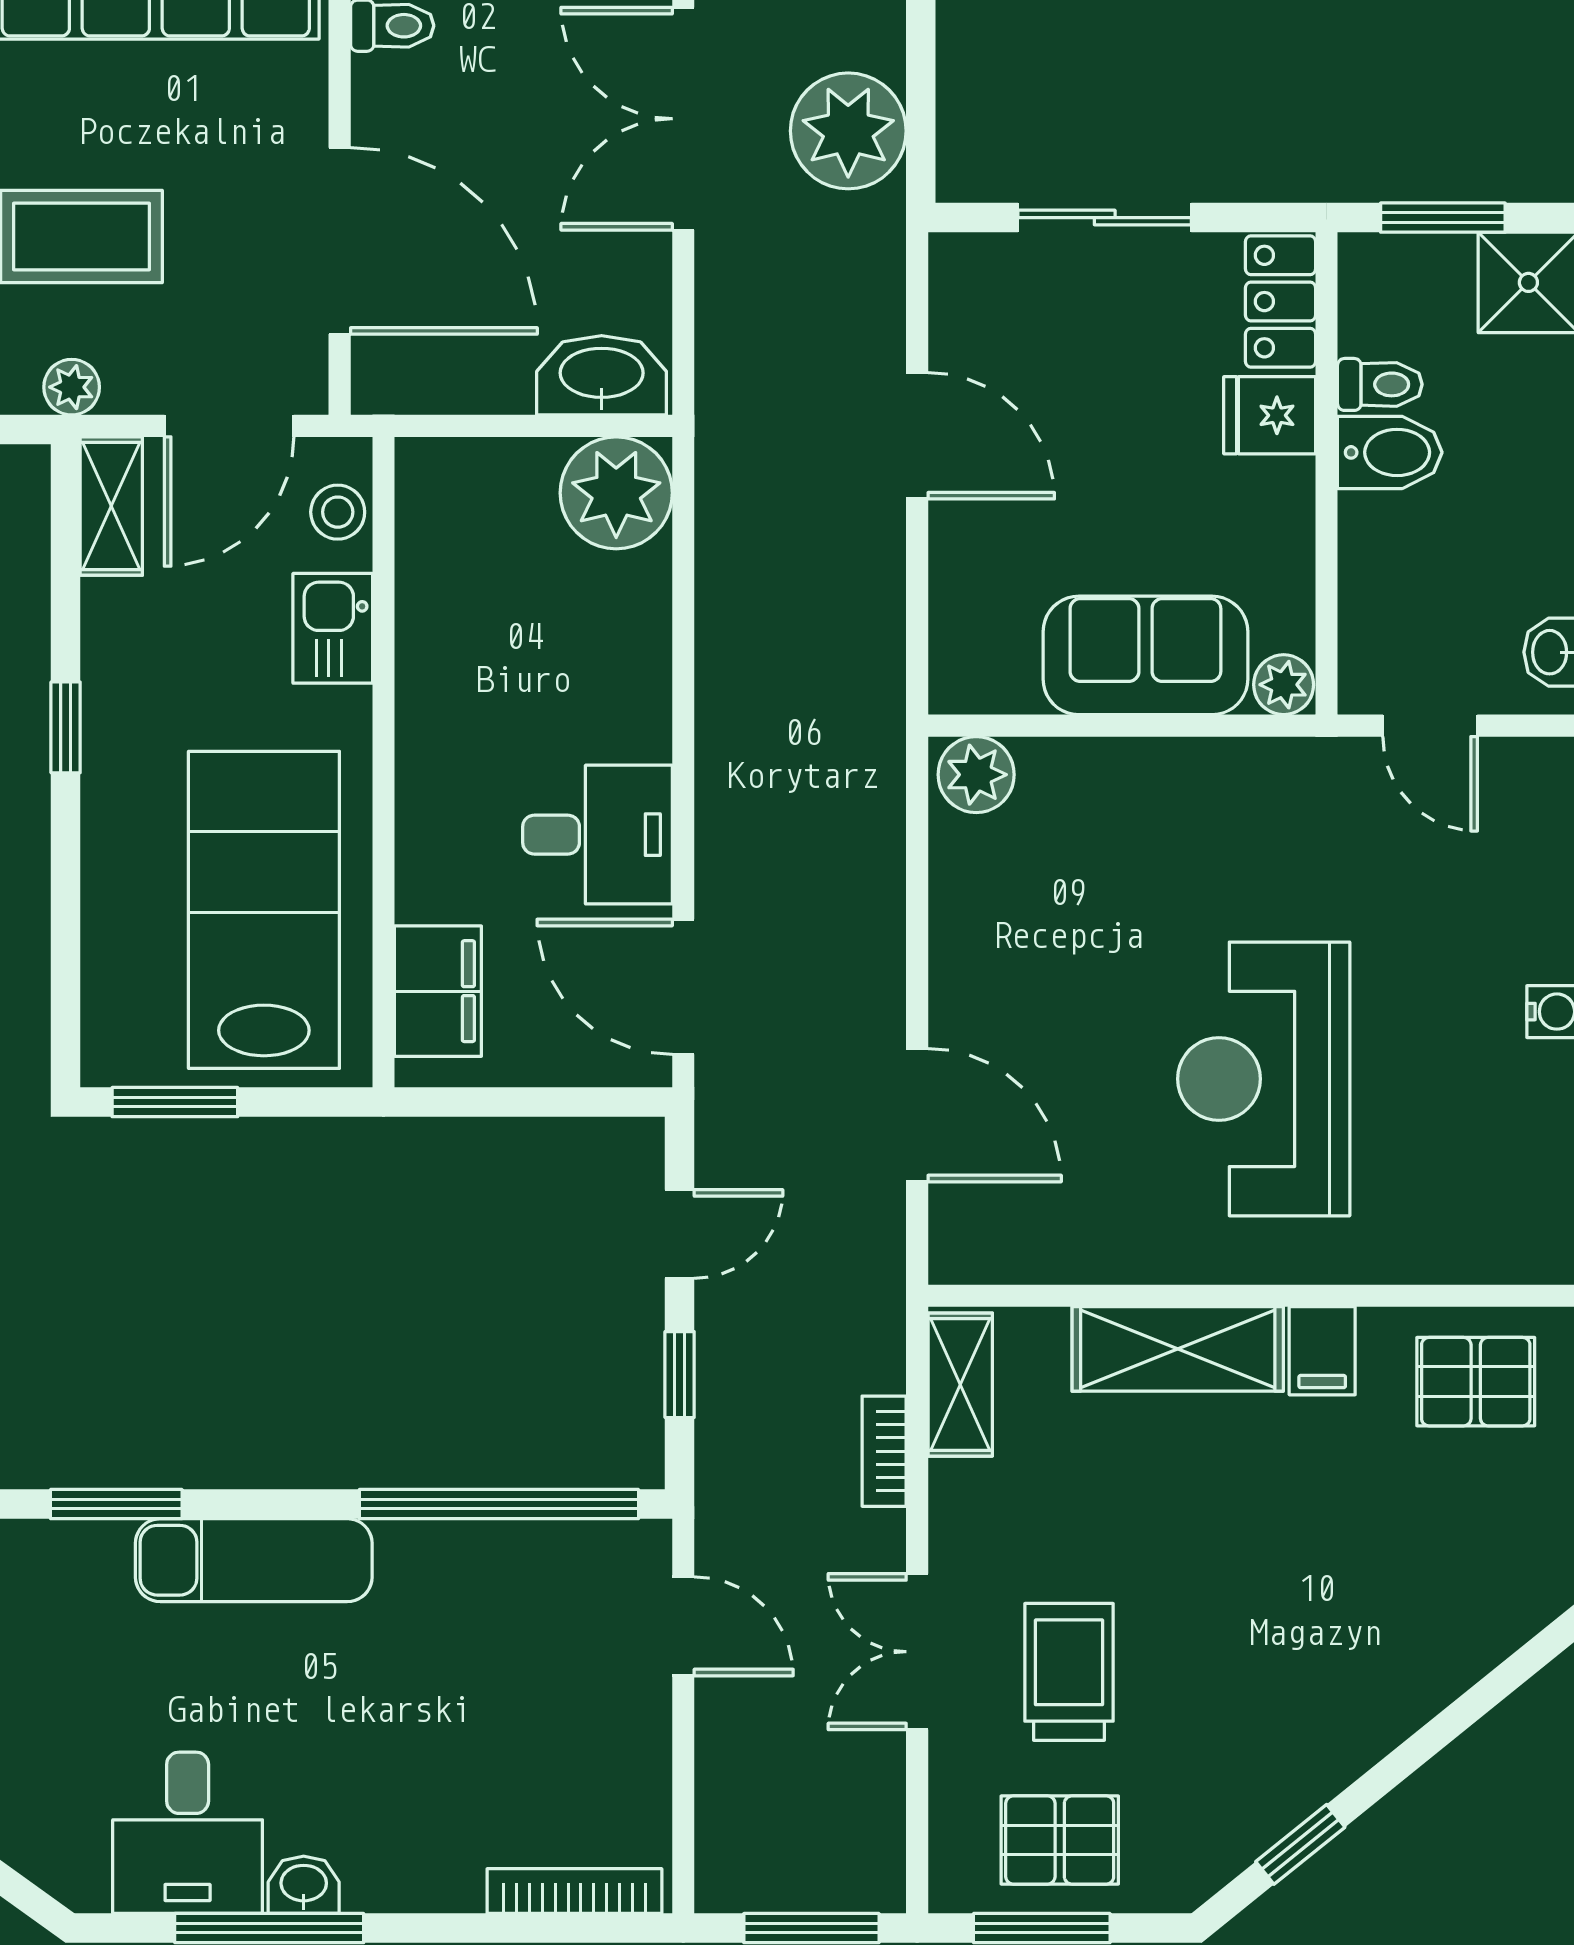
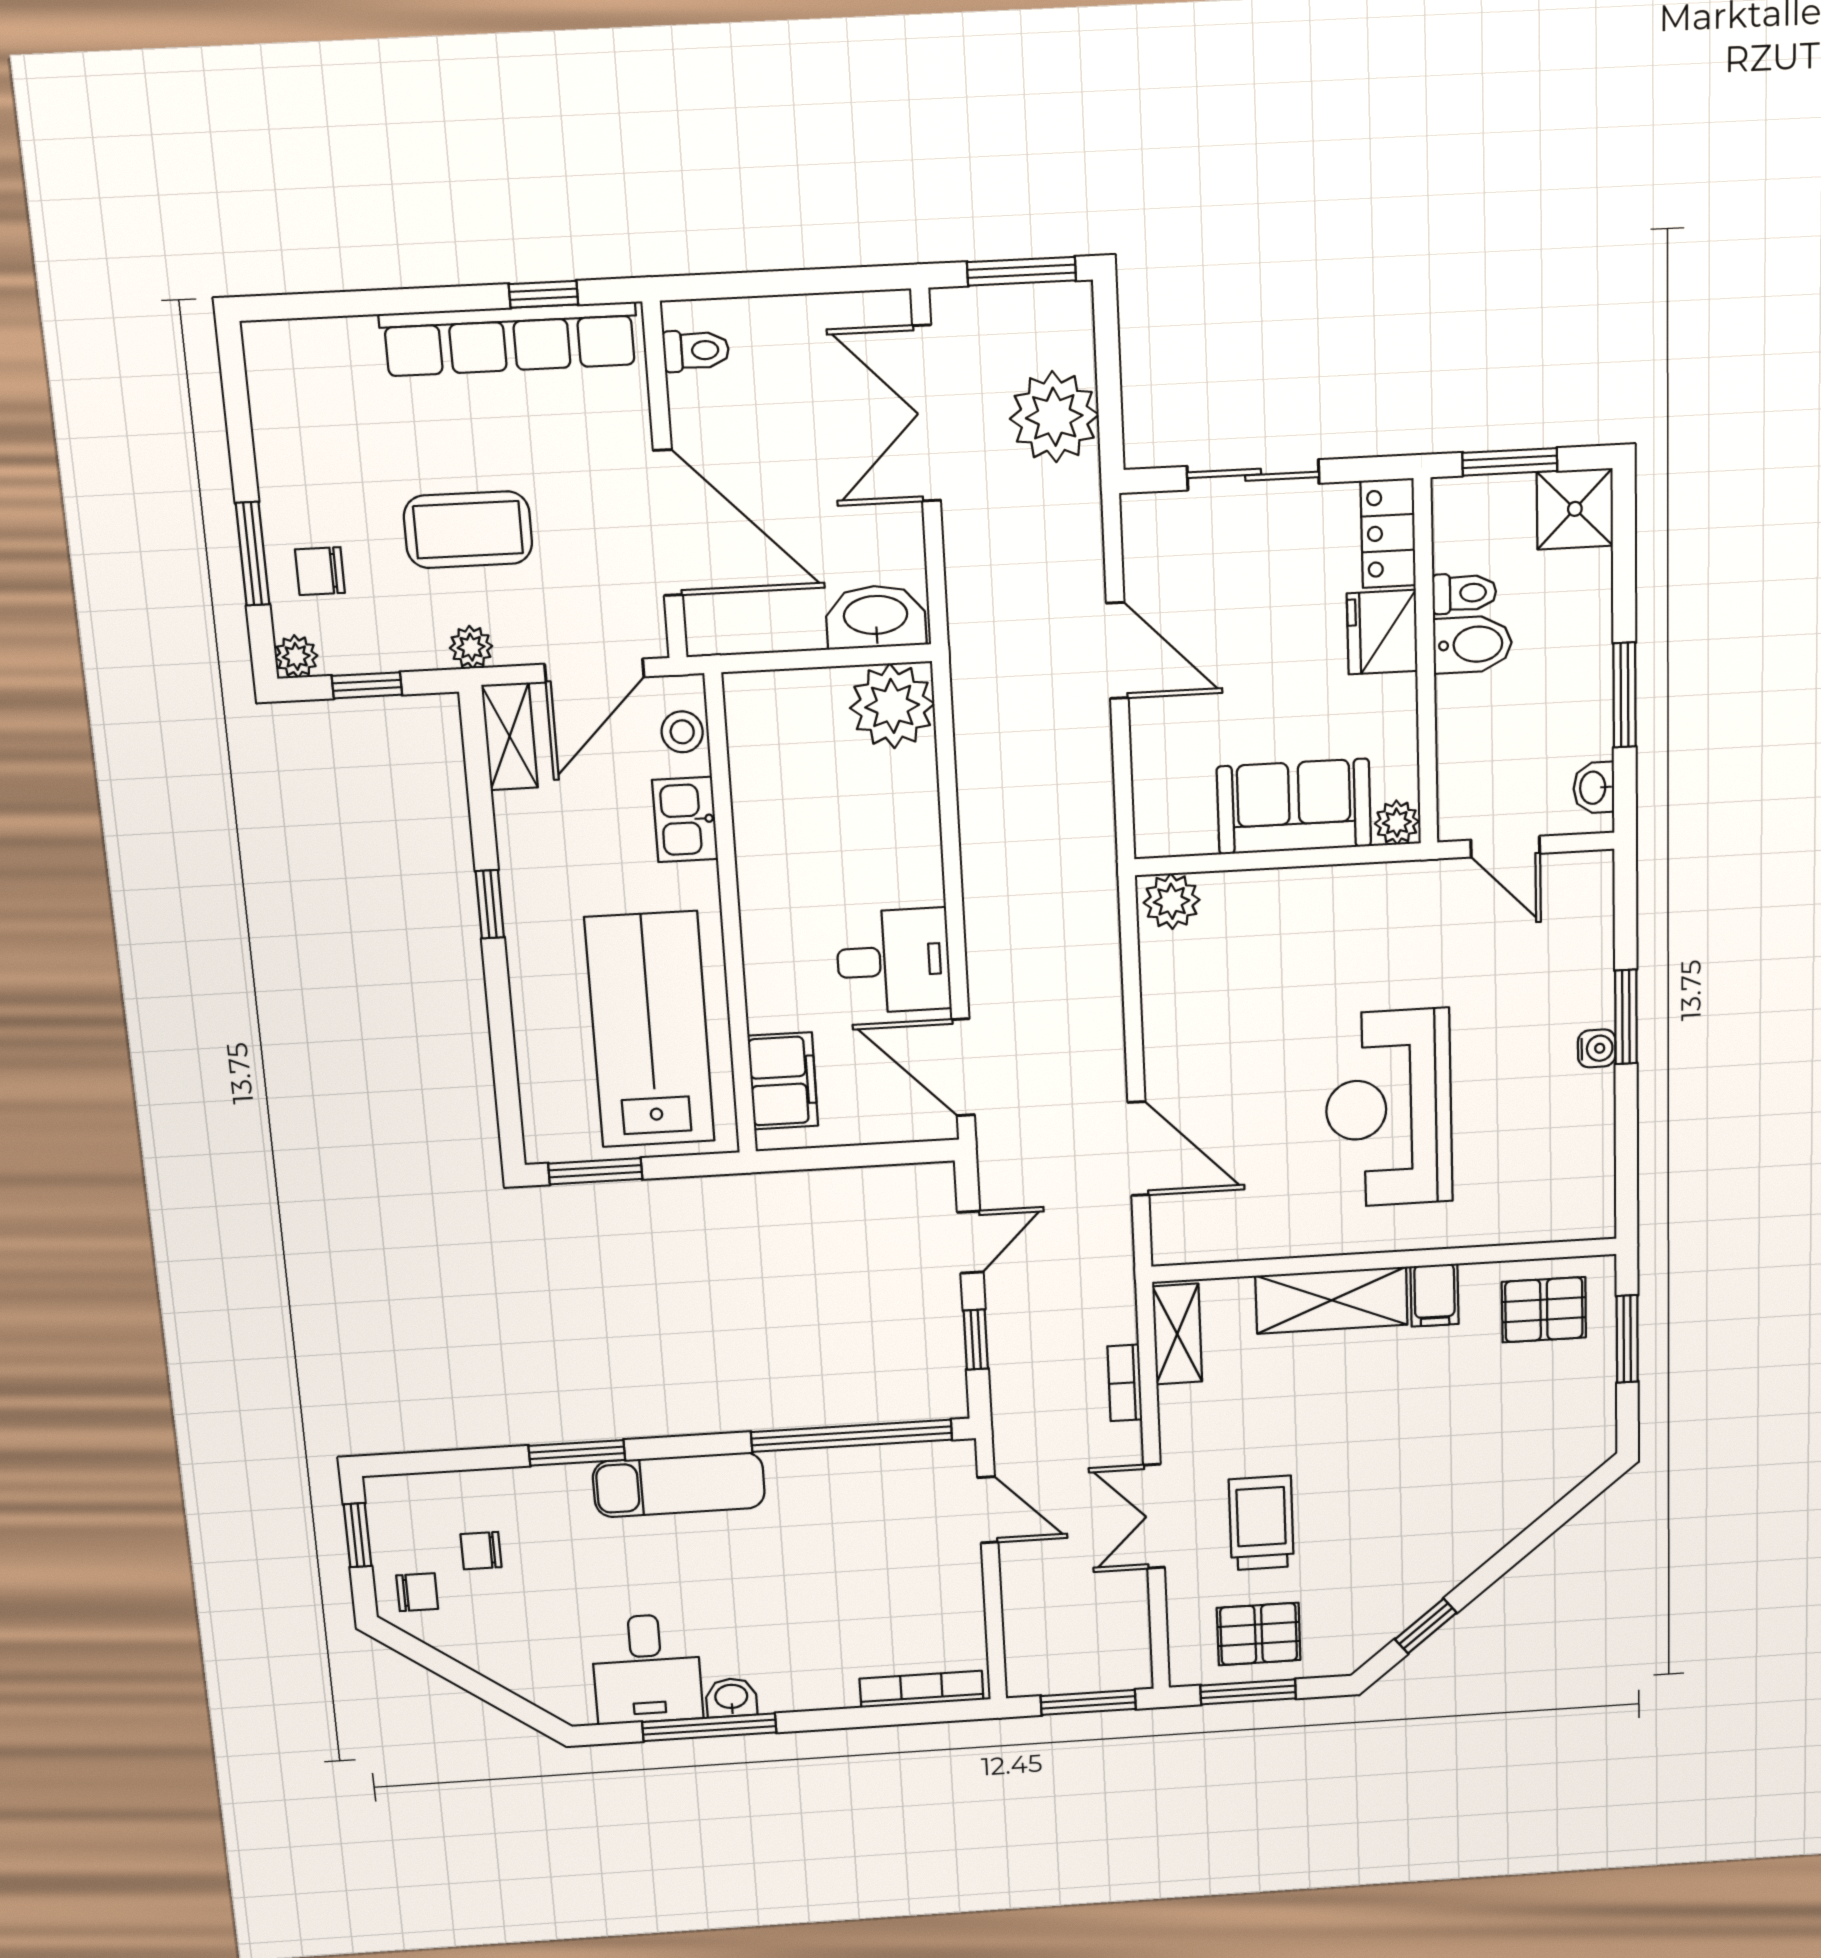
fridge: (1270, 415) -> (1382, 632), width x1.38

